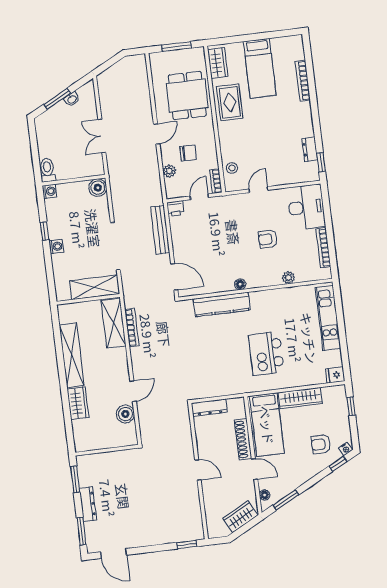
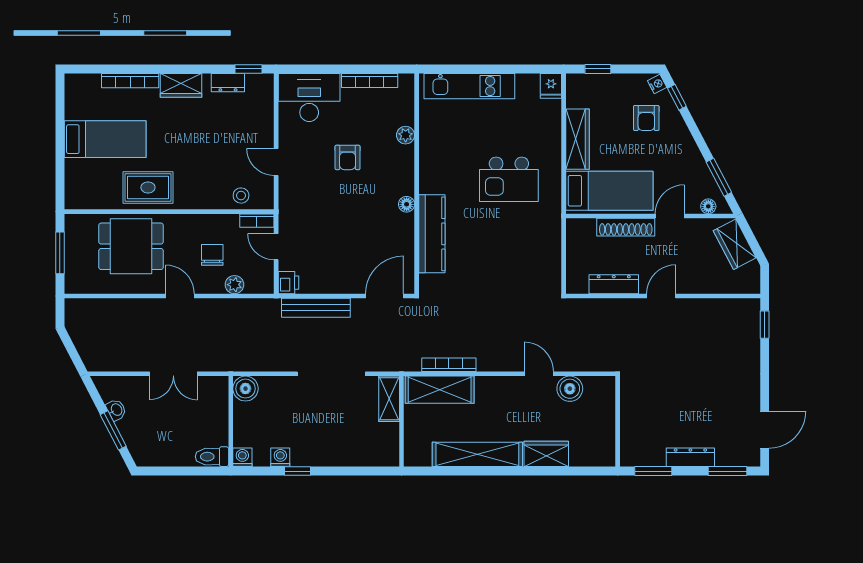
wardrobe: (218, 63) -> (181, 85), moved, turned 180
washing machine: (56, 246) -> (280, 457), moved
shelving: (95, 287) -> (389, 399), width x0.67, depth x0.75
dresser: (209, 408) -> (614, 284), moved, turned -90

